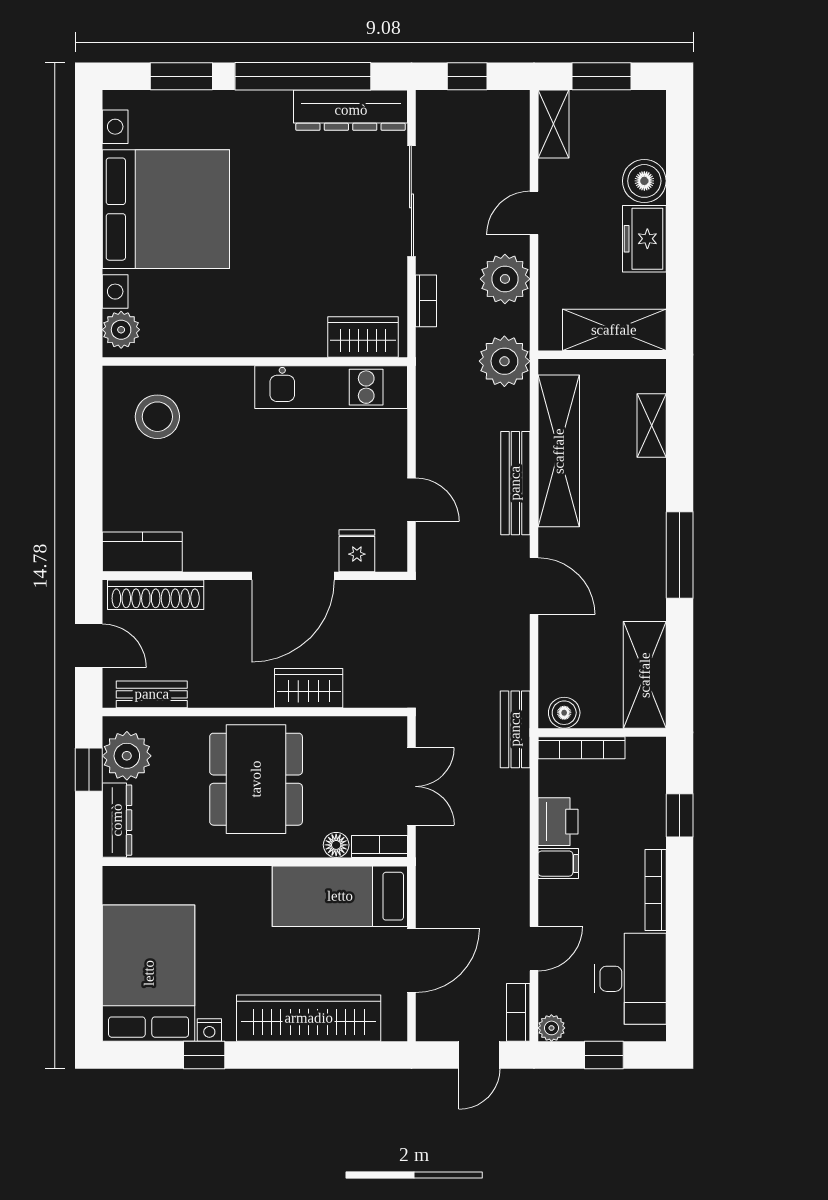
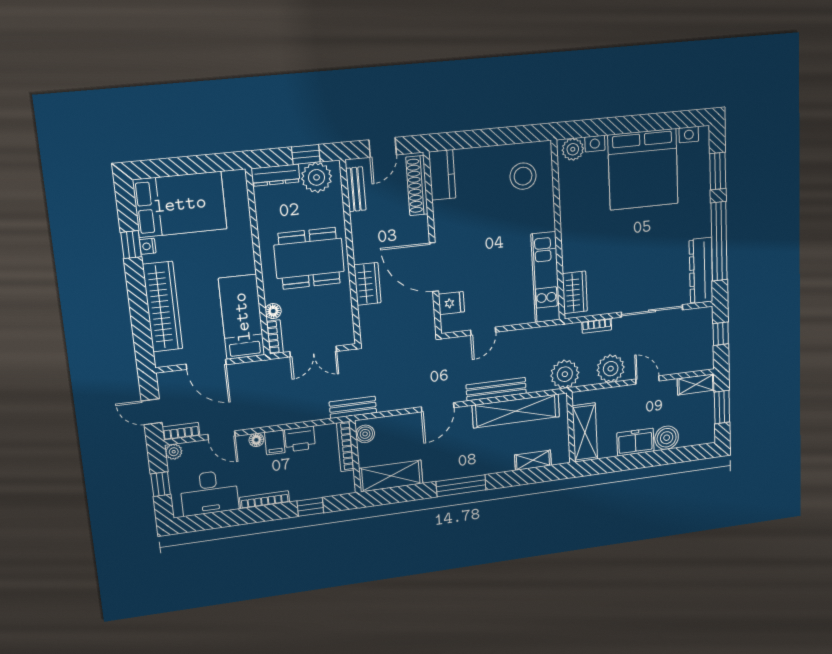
floor lamp: (550, 893) -> (256, 440), added

